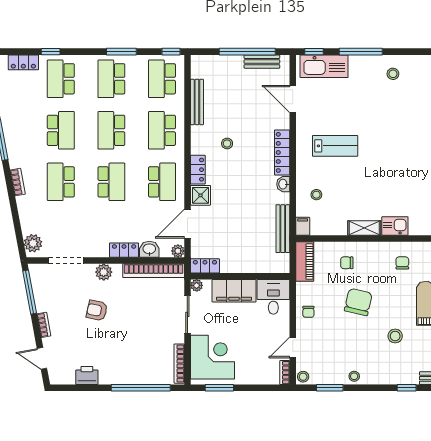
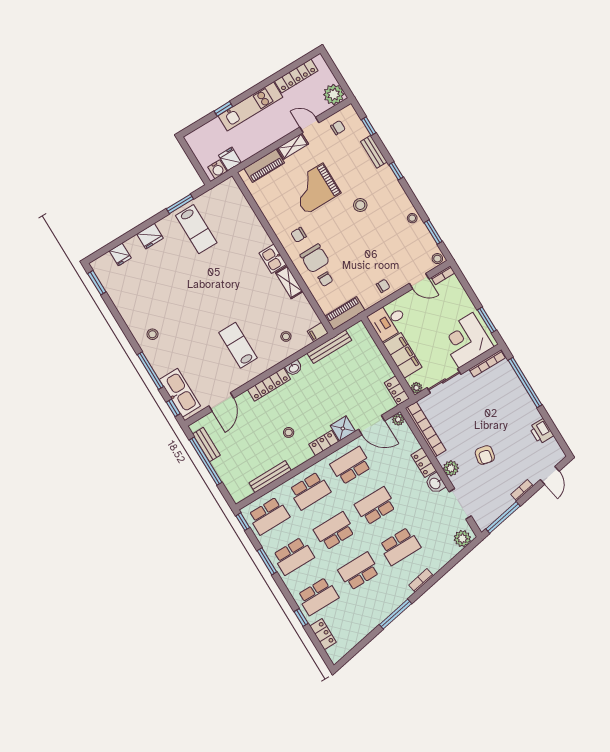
school desk: (111, 130) -> (334, 531), turned 180
washbasin: (149, 249) -> (435, 483), moved
chair: (358, 302) -> (315, 258), moved, turned -103

